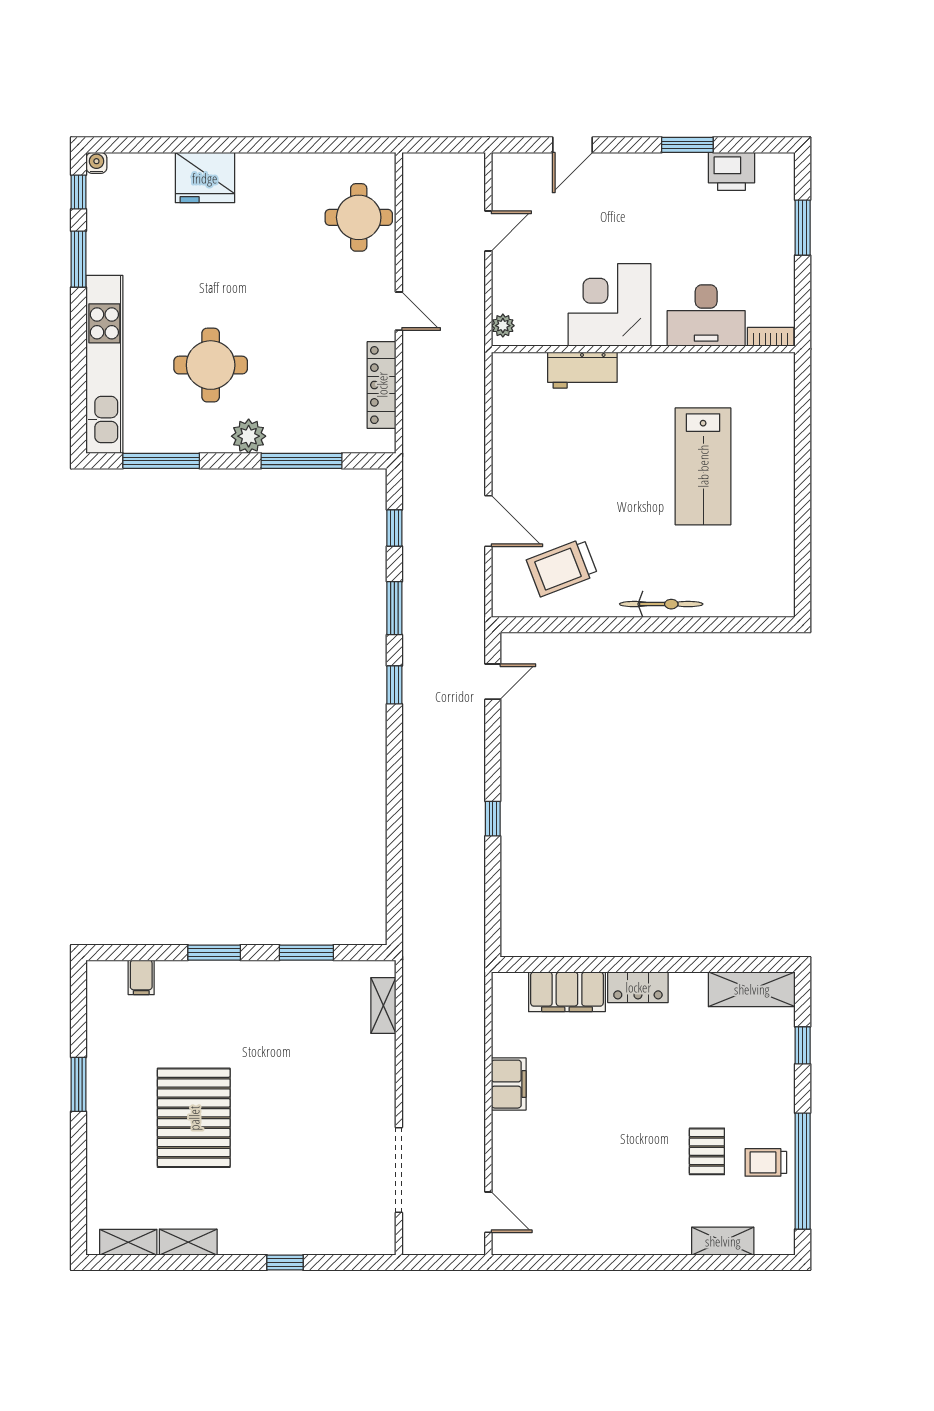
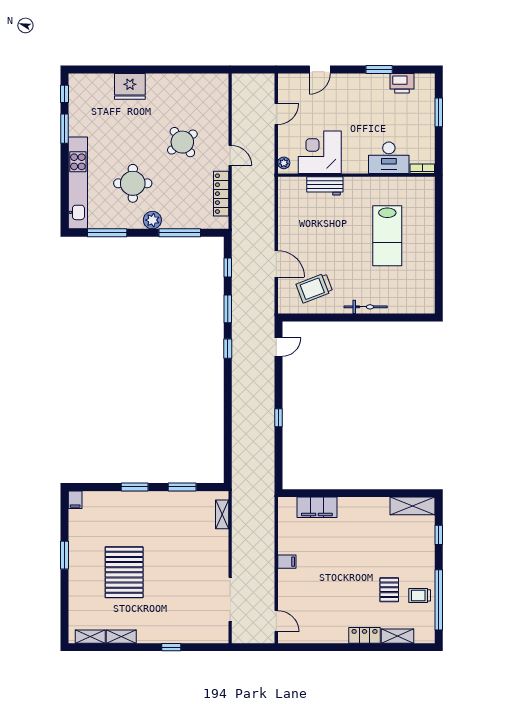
water cooler: (96, 163) -> (74, 79), removed
round table: (359, 217) -> (182, 142), moved, turned -37
corner desk: (609, 305) -> (320, 152), moved
filing cabinet: (141, 977) -> (75, 500), moved
locker: (638, 987) -> (365, 635), moved, turned 180
filing cabinet: (509, 1084) -> (287, 562), width x0.50

